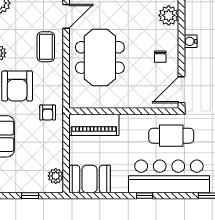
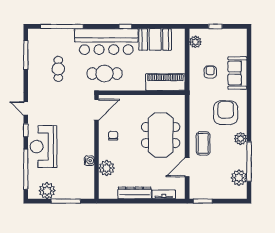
water cooler: (191, 41) -> (89, 161), moved
armchair: (48, 112) -> (210, 72), moved
booth: (90, 179) -> (155, 40), moved

